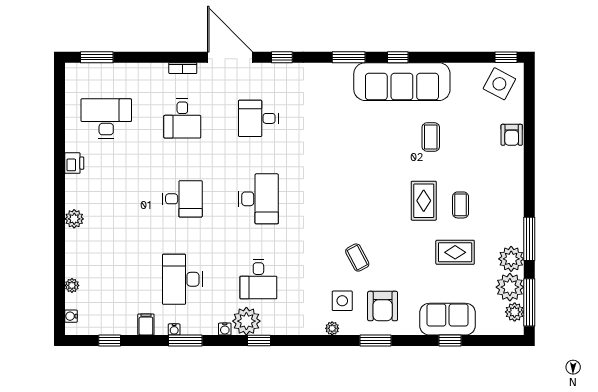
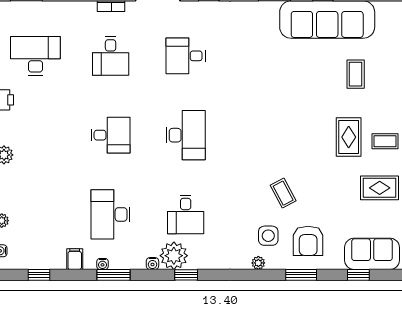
coffee table: (461, 205) -> (385, 141), turned 90
window: (450, 341) -> (358, 275), moved

